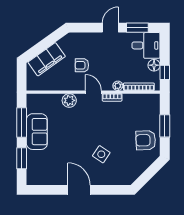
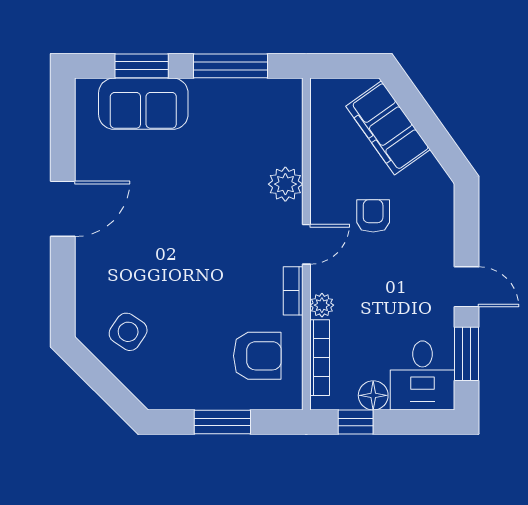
sofa: (37, 132) -> (143, 104), moved
armchair: (146, 140) -> (257, 356), moved, turned 92
side table: (101, 154) -> (128, 332), moved

